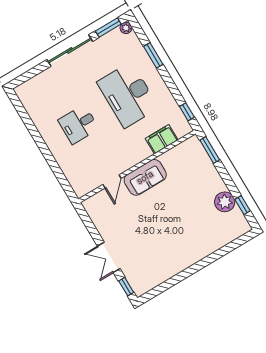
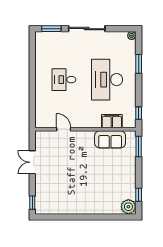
window: (108, 28) -> (51, 29), moved
sofa: (145, 177) -> (110, 139), moved
door: (112, 181) -> (64, 129), swing flipped
plant: (225, 202) -> (128, 207), moved
double door: (109, 257) -> (32, 162), moved

